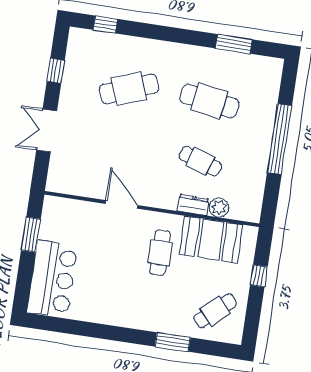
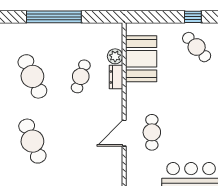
cafe table: (209, 101) -> (32, 76), turned -33
cafe table: (160, 253) -> (152, 132), moved, turned 90
window: (259, 276) -> (193, 17), moved

